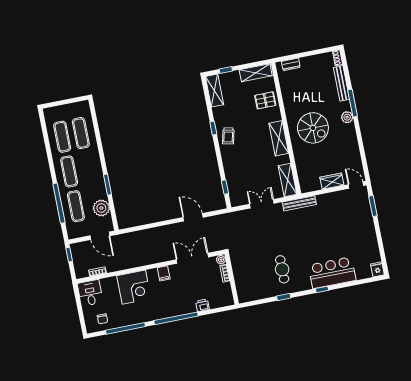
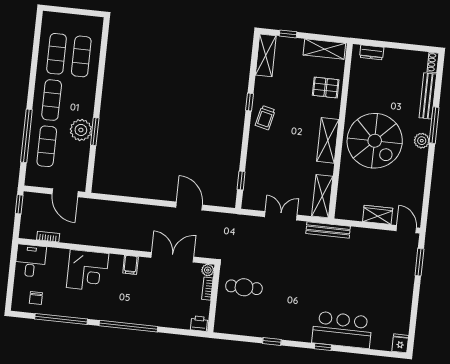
spiral stairs: (313, 128) -> (375, 141), width x1.37, depth x1.37
plant: (101, 208) -> (81, 130), moved
cafe table: (282, 269) -> (244, 287), moved, turned 90
printer: (202, 305) -> (199, 324), moved

